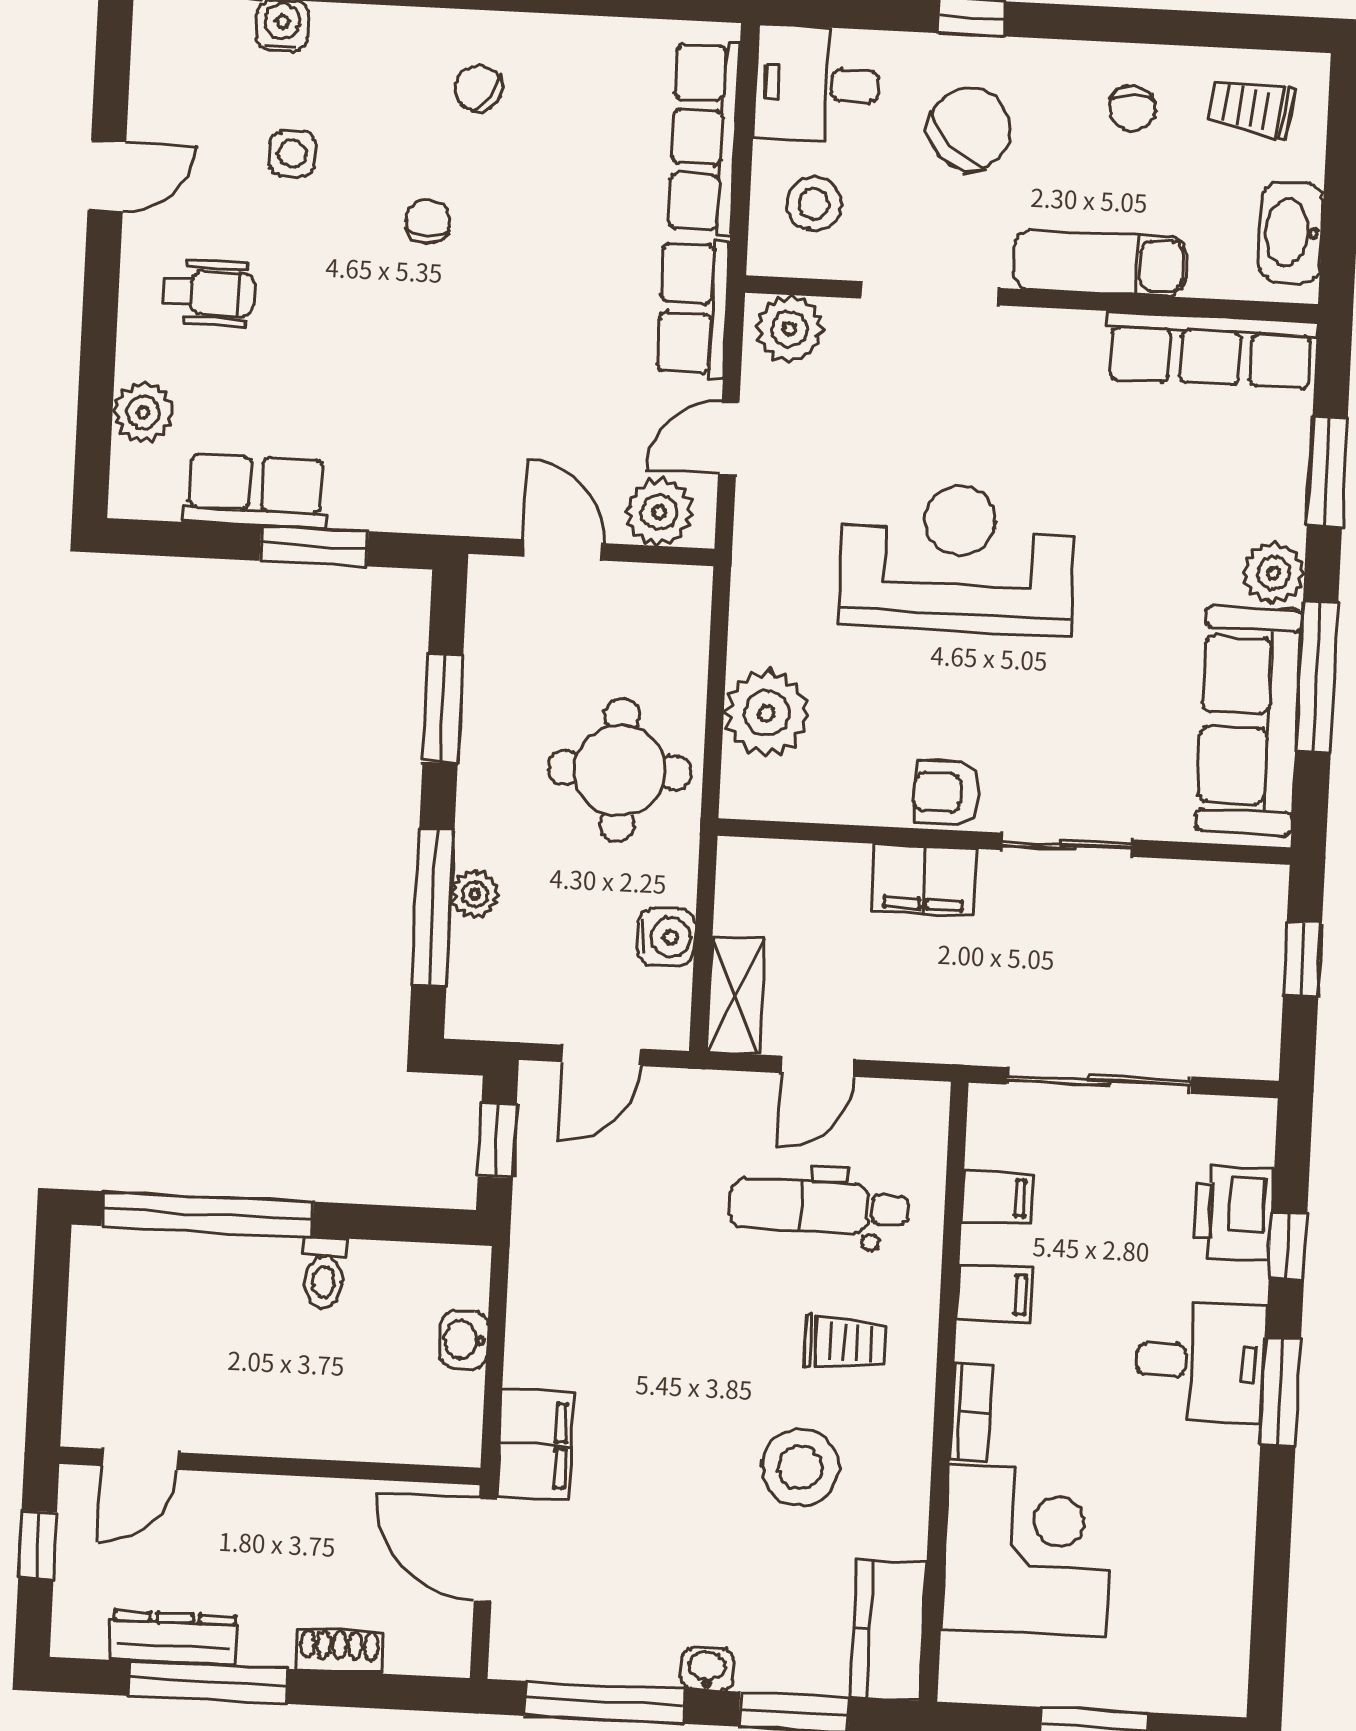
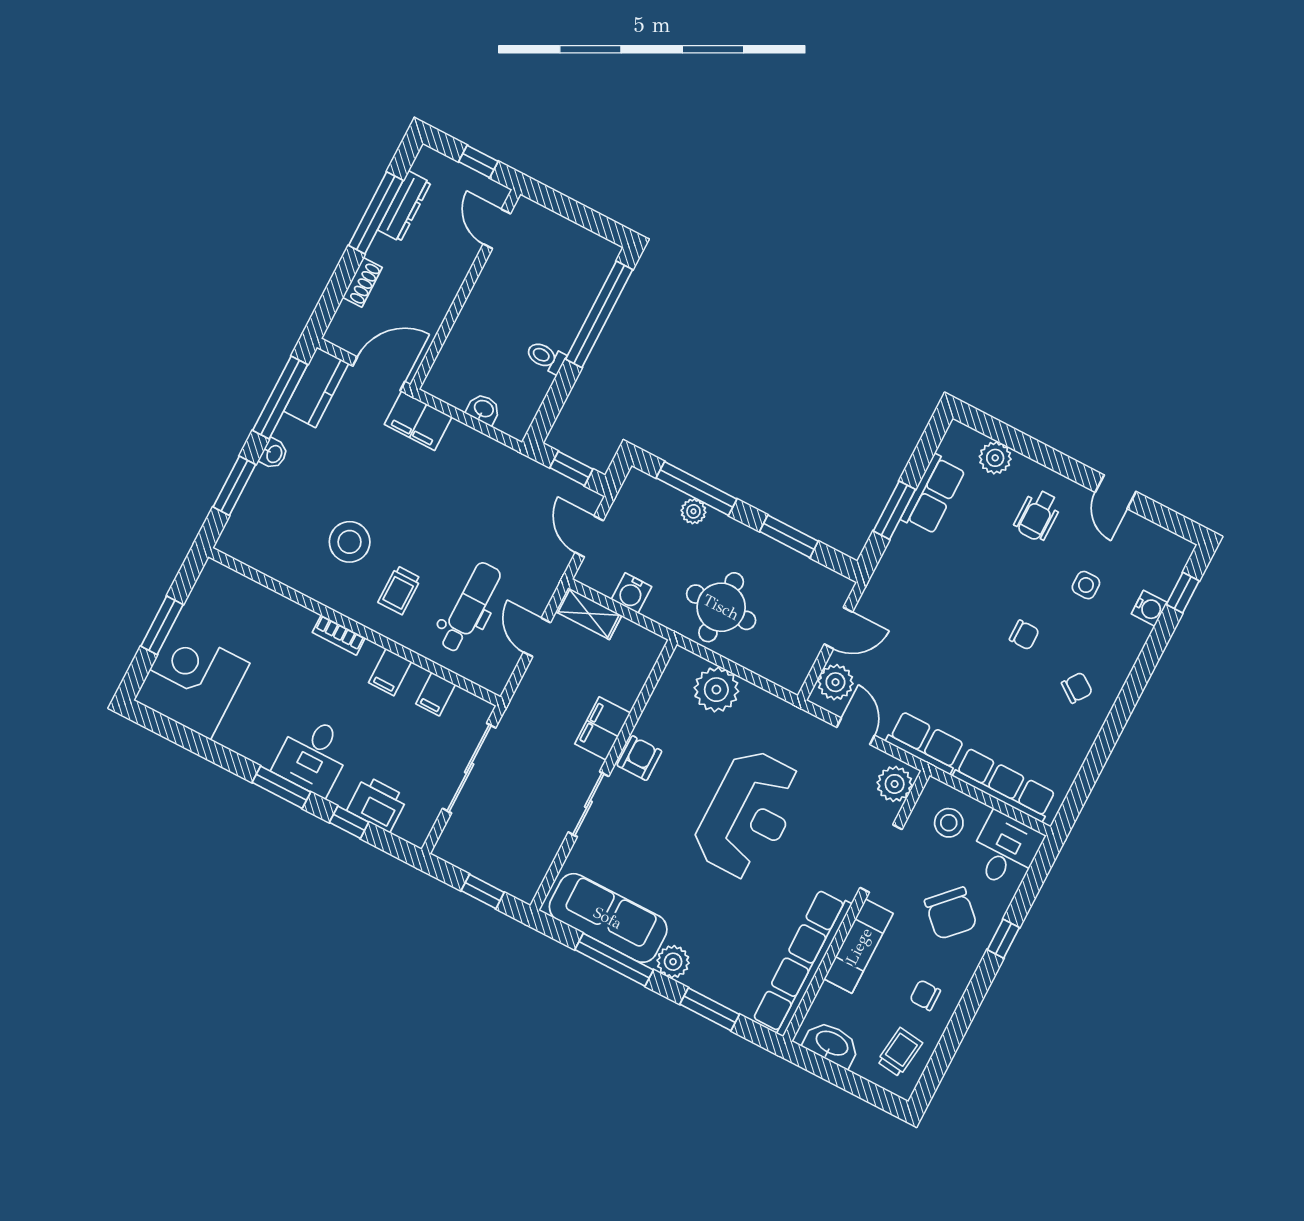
row of seats: (1211, 350) -> (802, 962), width x1.36
corner desk: (1028, 1550) -> (192, 682), moved, turned 180
kitchen counter: (888, 1630) -> (316, 387), moved, turned 90

